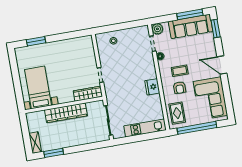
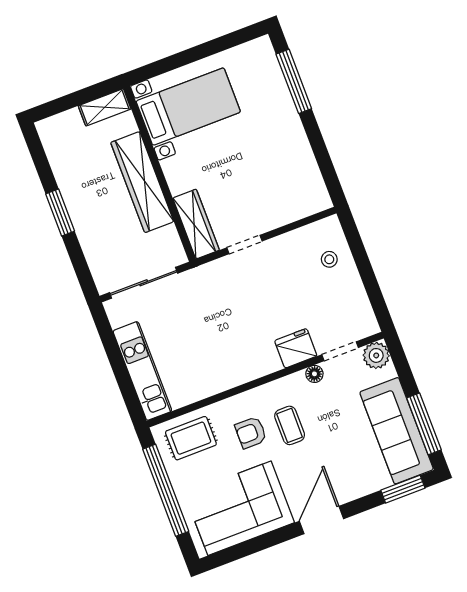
window: (36, 41) -> (294, 81), width x1.44
fridge: (152, 87) -> (296, 348), moved
shelving: (35, 143) -> (105, 107), moved
window: (54, 153) -> (60, 213), moved

